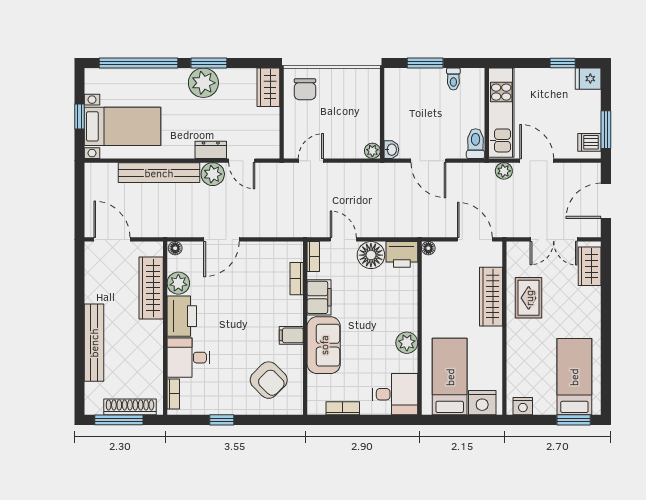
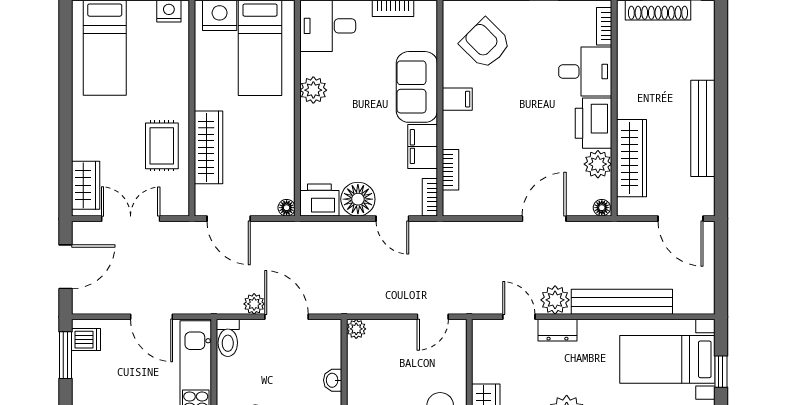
washbasin: (391, 150) -> (333, 380), moved
plant: (504, 171) -> (254, 304), moved
bench: (94, 343) -> (703, 128), moved

